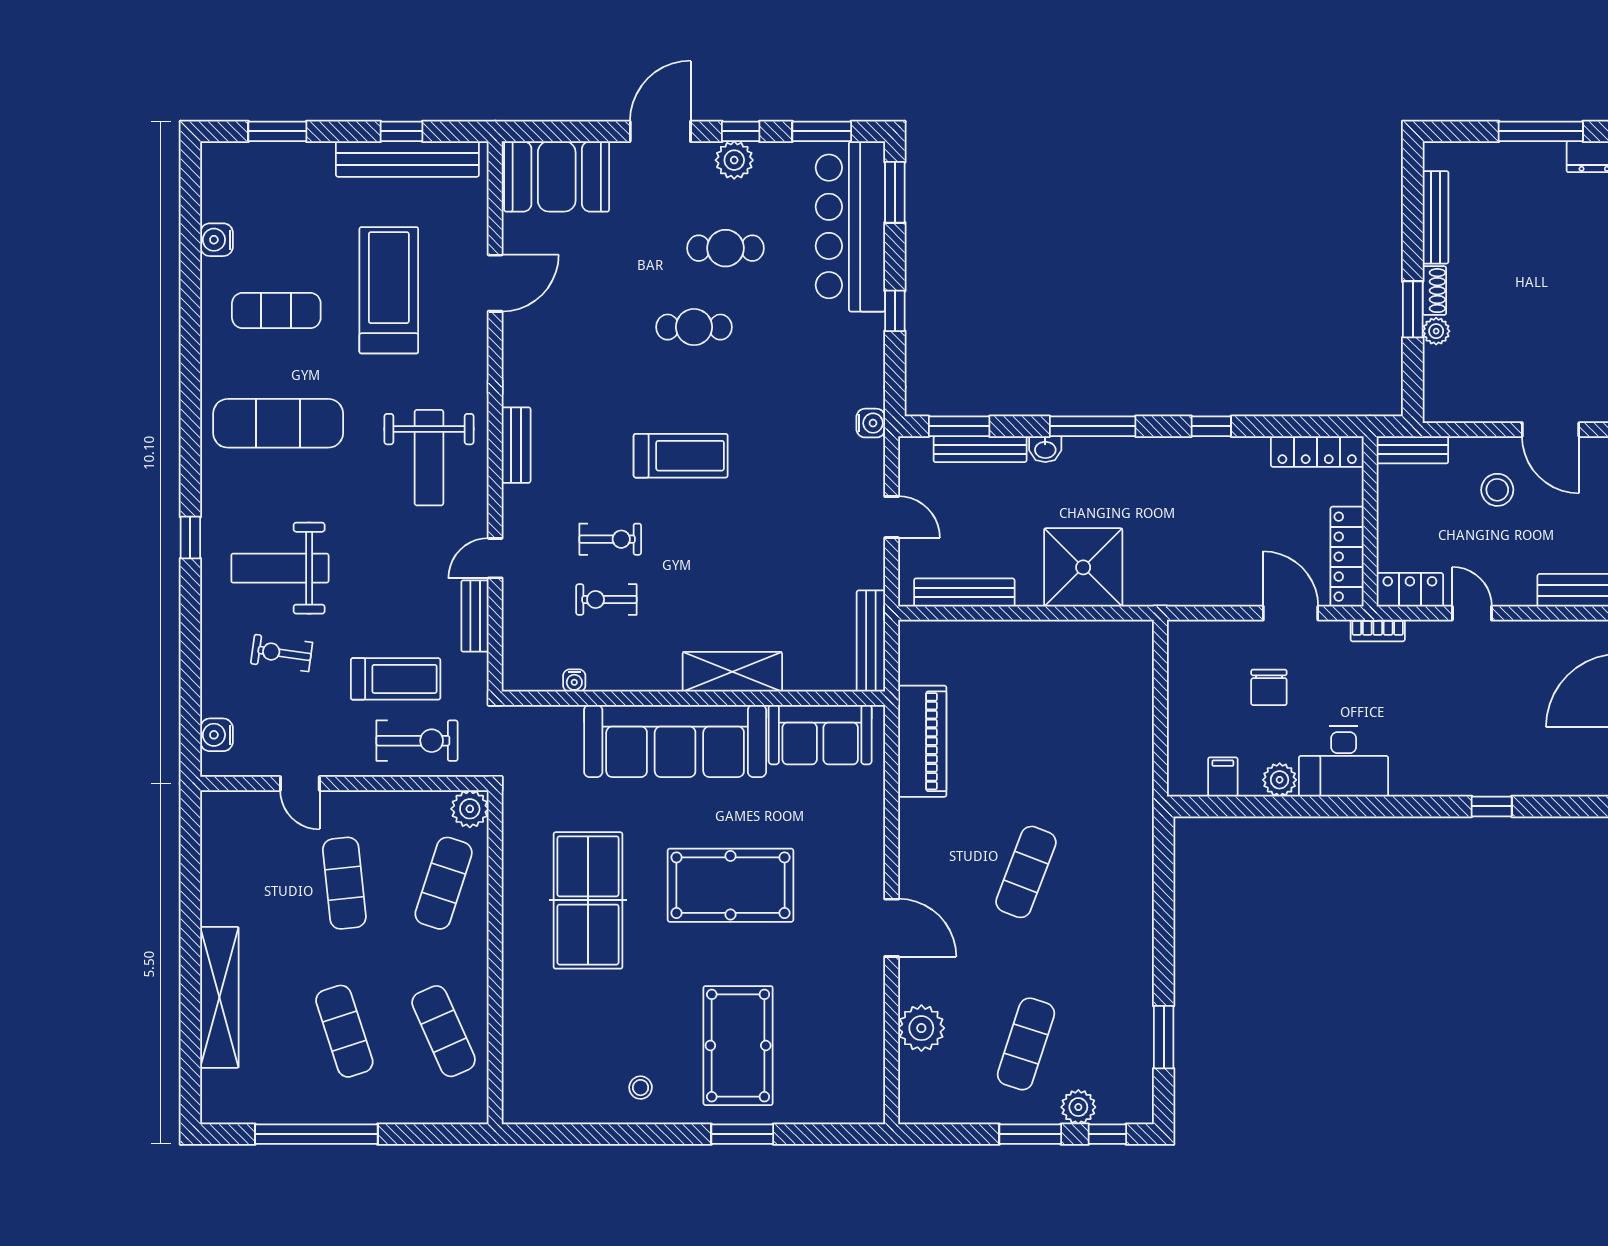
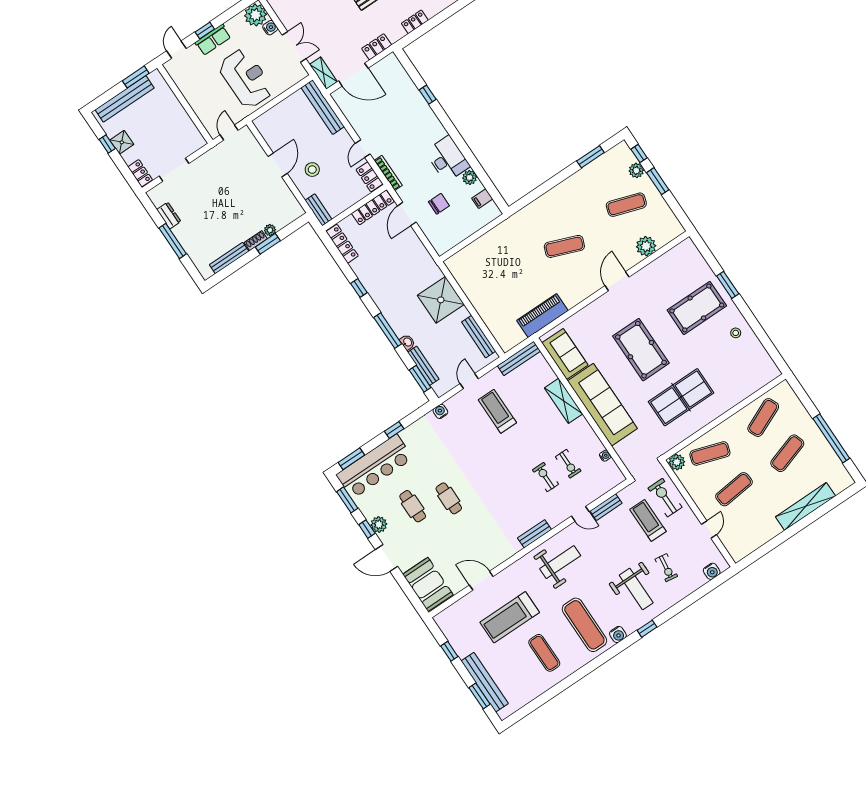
bench: (407, 159) -> (485, 682), moved
water cooler: (217, 240) -> (618, 634), moved
treadmill: (681, 456) -> (497, 411), moved
bookcase: (1378, 630) -> (388, 173), width x1.56

